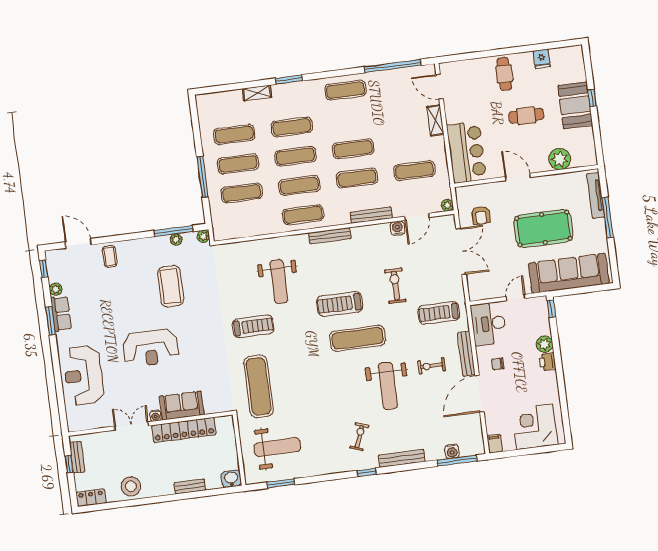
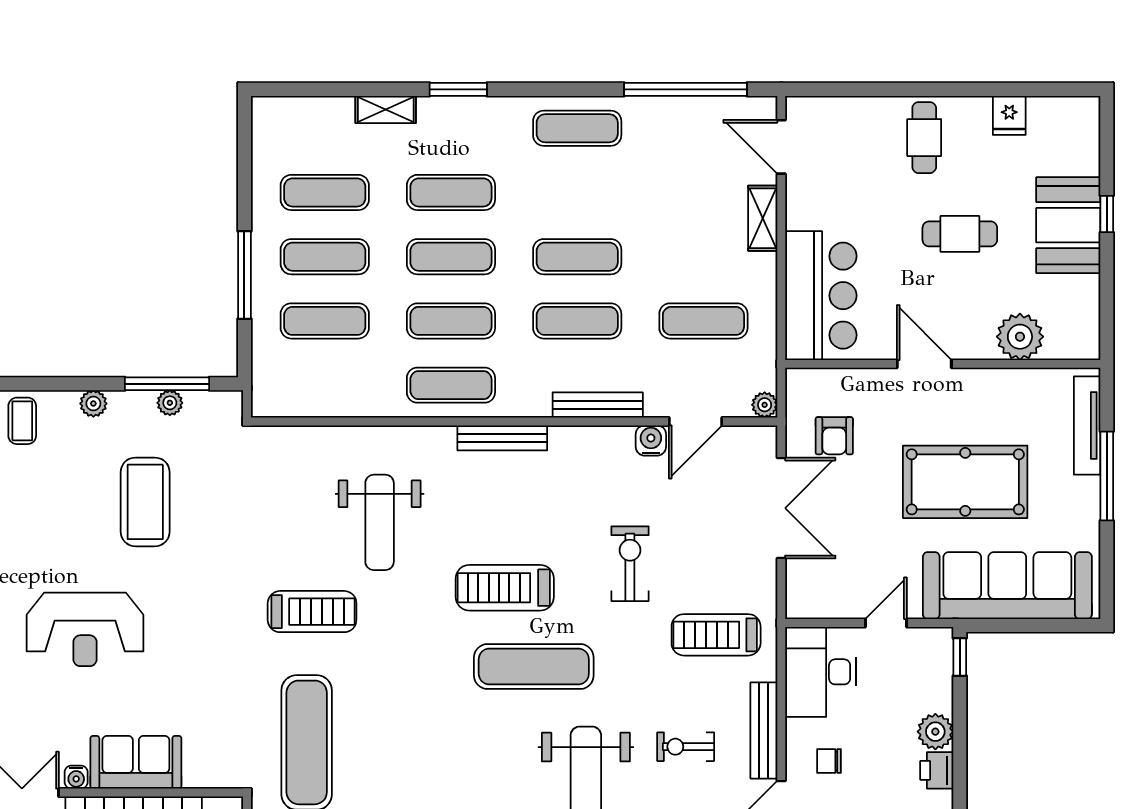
plant: (203, 236) -> (93, 404), moved

